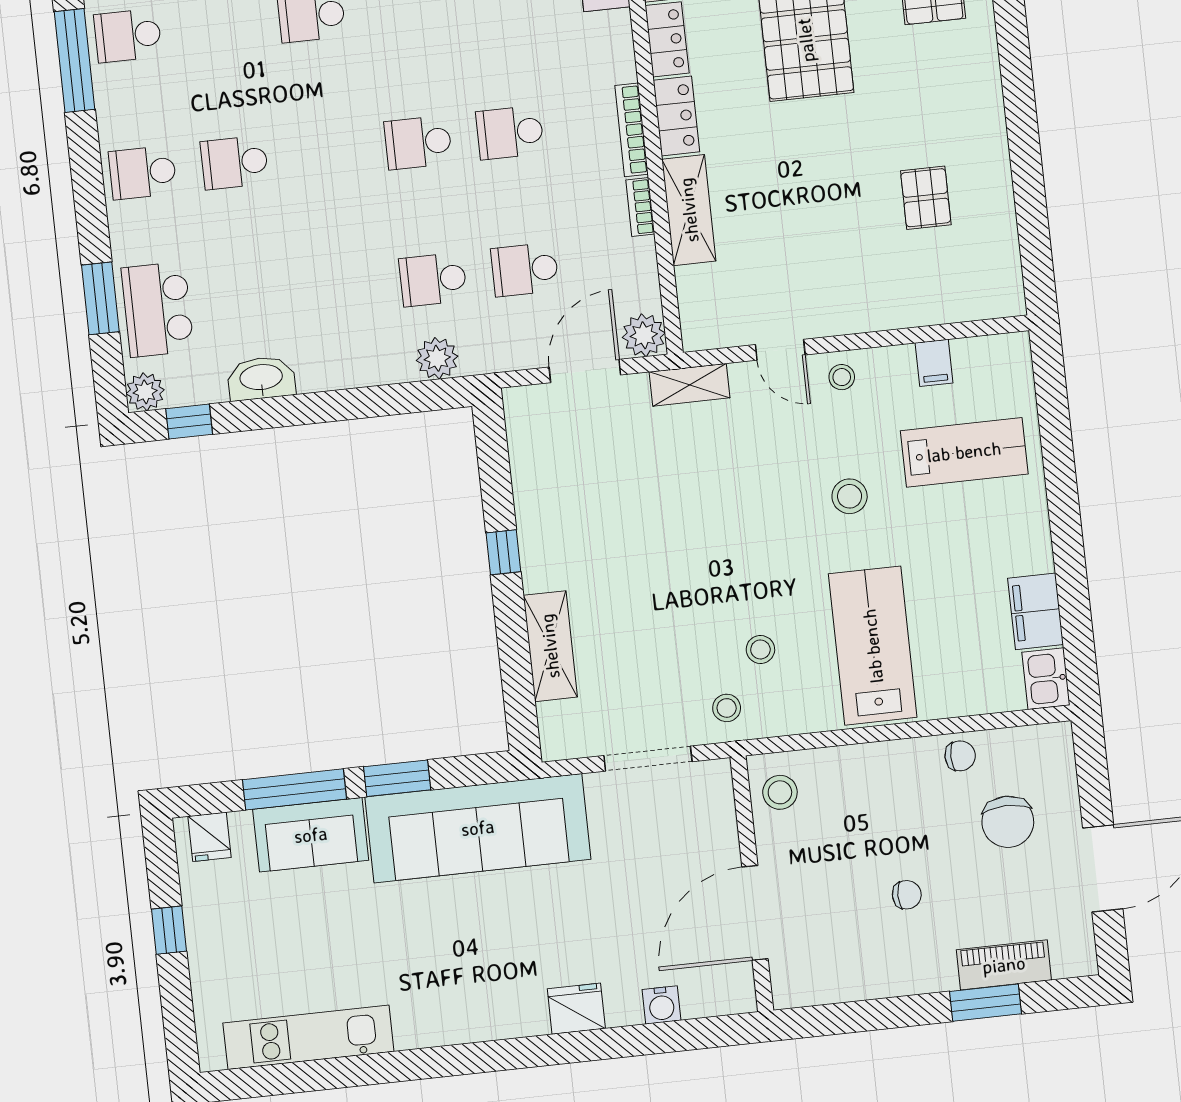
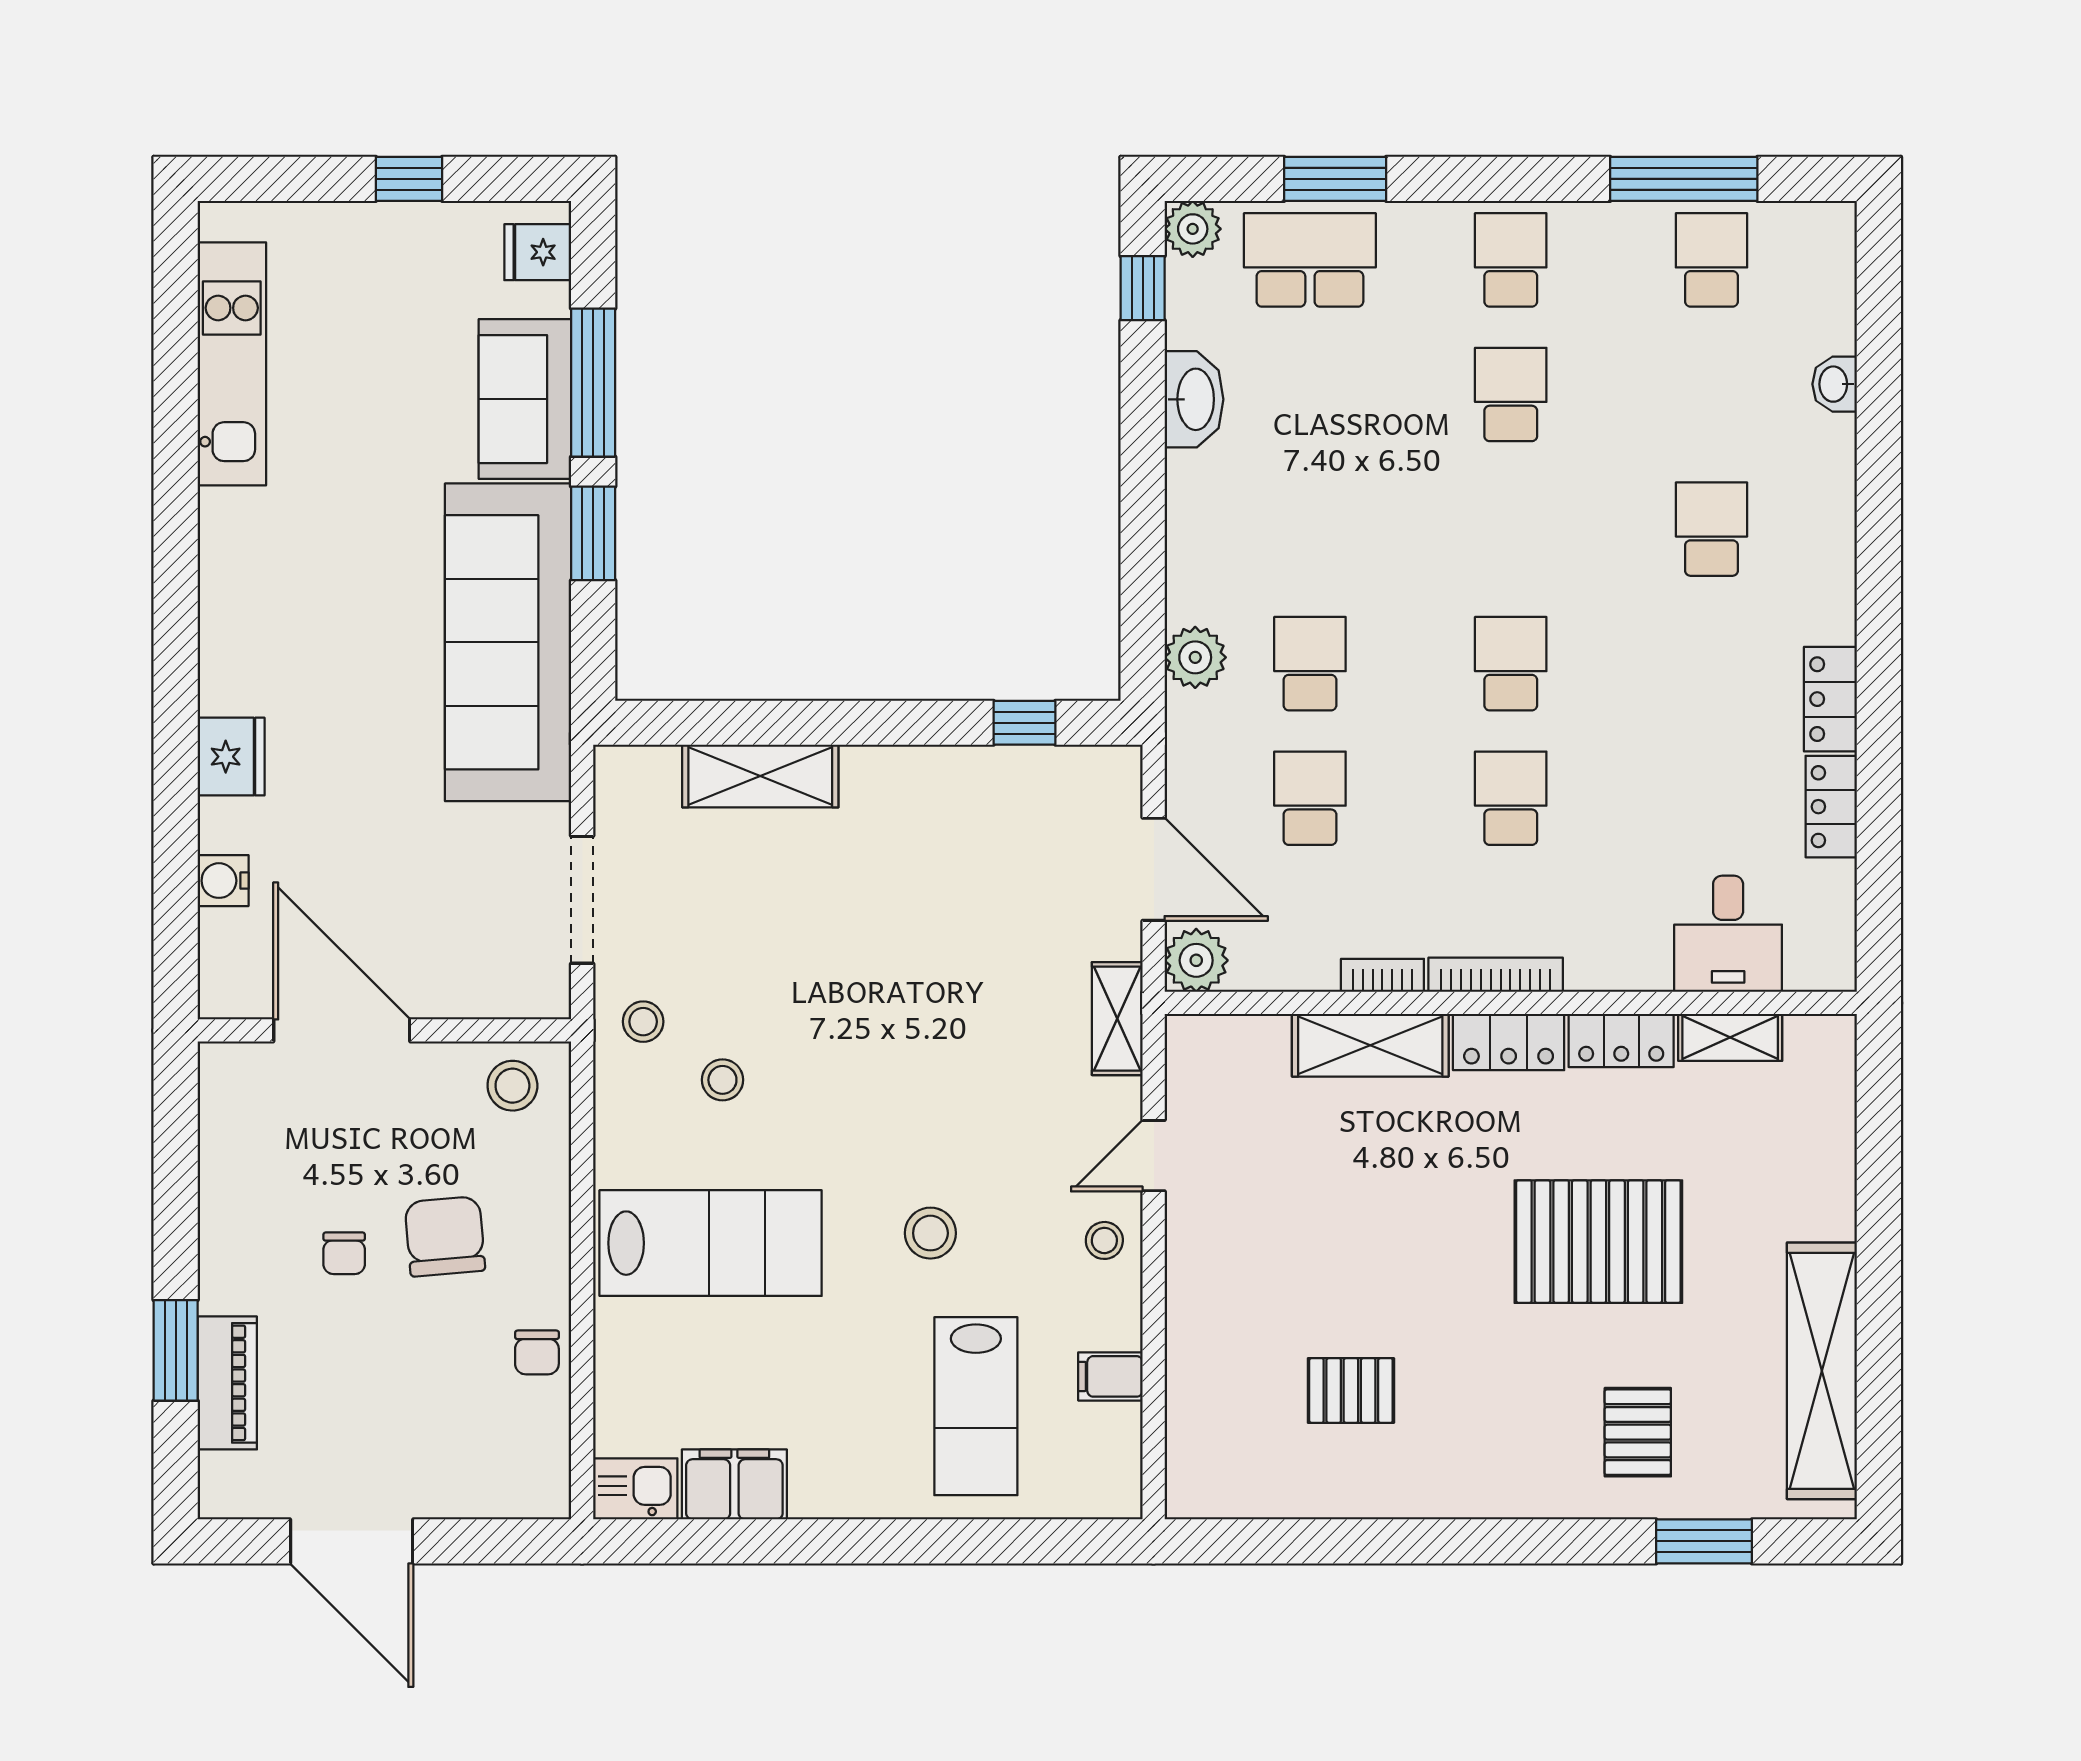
window: (503, 552) -> (1025, 723), moved
chair: (1008, 822) -> (445, 1236), moved, turned 85

